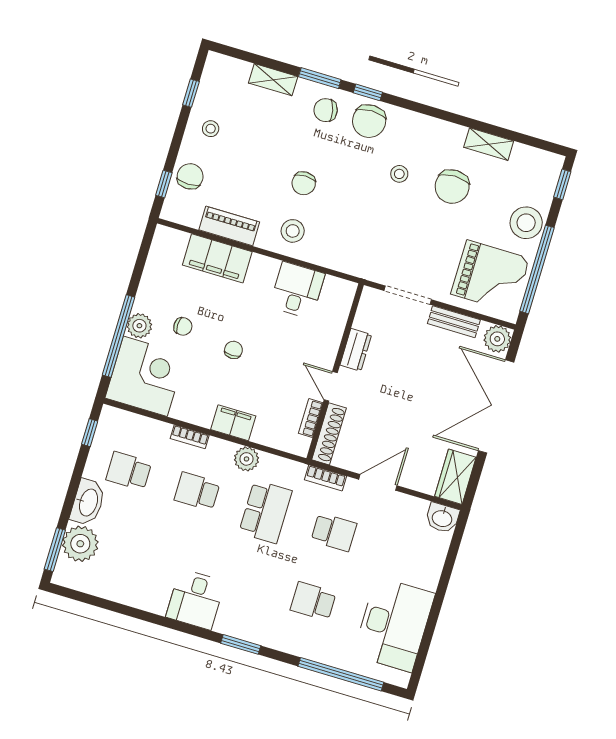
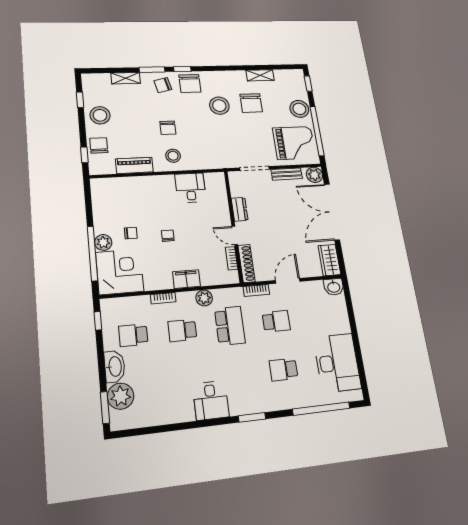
stool: (211, 129) -> (100, 115), width x1.89, depth x1.89
stool: (399, 174) -> (219, 106), width x1.89, depth x1.89
filing cabinet: (217, 258) -> (135, 186), removed

